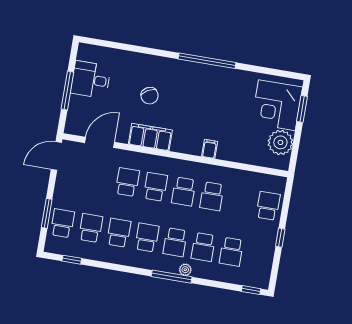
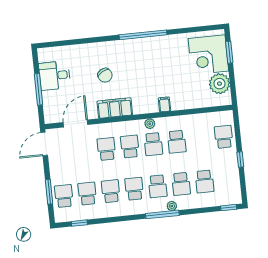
plant: (186, 167) -> (150, 124), added

